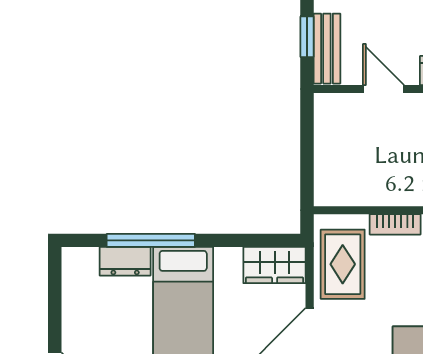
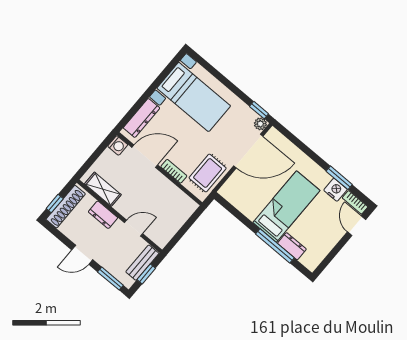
door: (384, 89) -> (134, 228), swing flipped
wardrobe: (275, 265) -> (235, 195), removed

